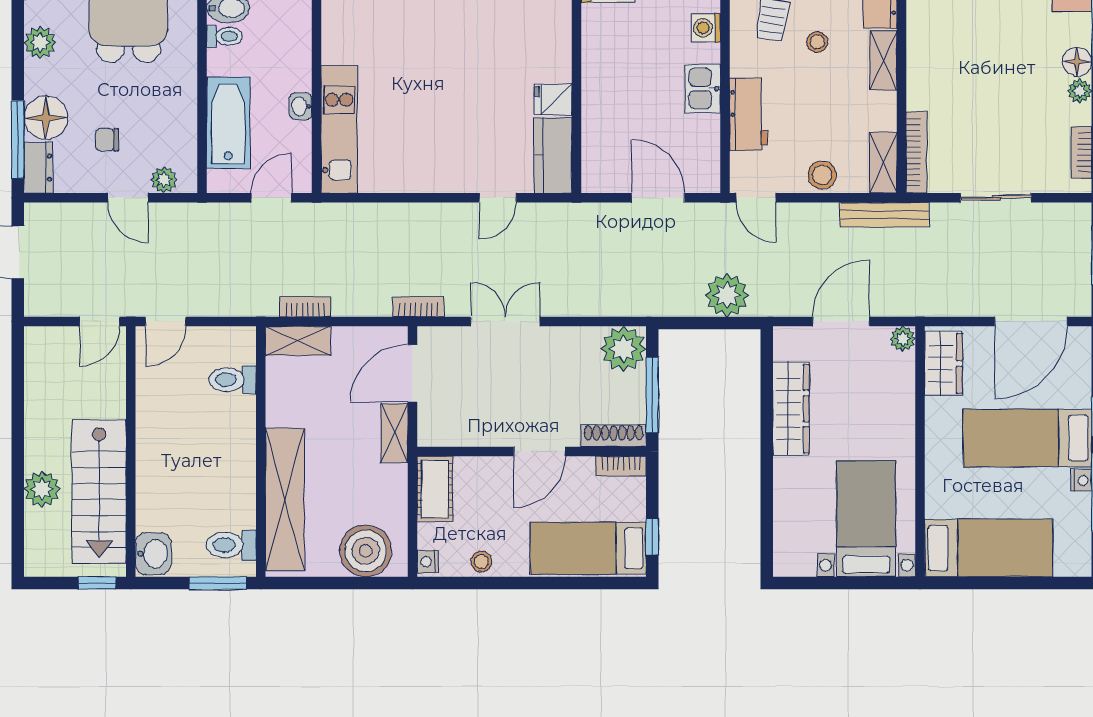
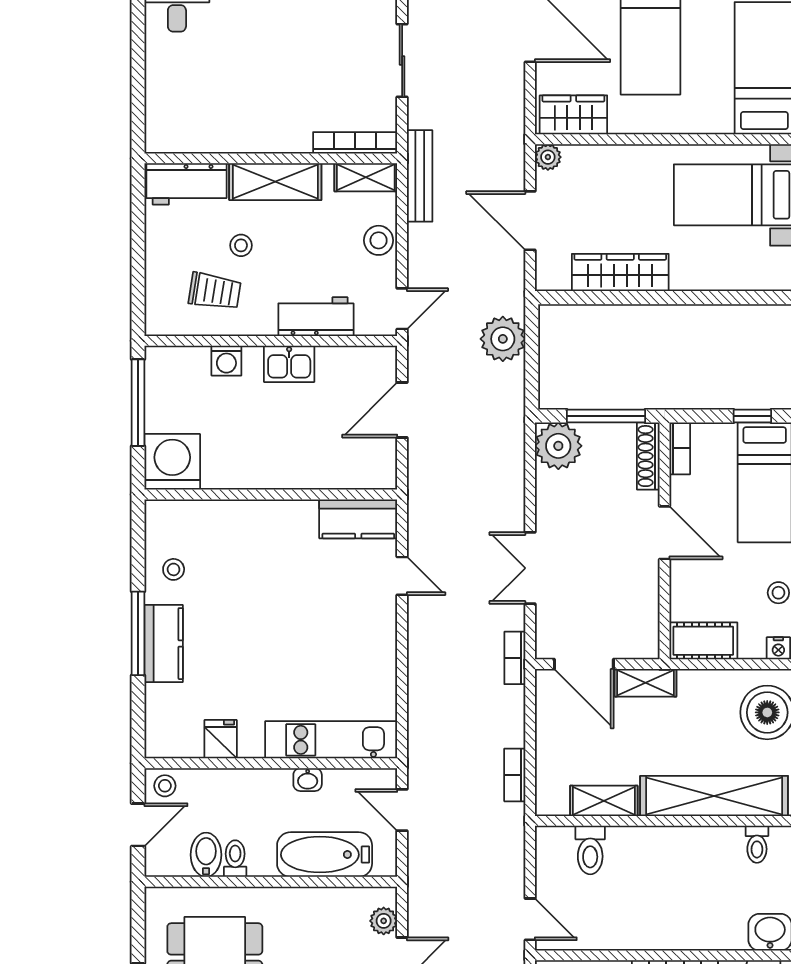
shelving: (883, 60) -> (275, 182), width x1.50, depth x1.33
fridge: (553, 99) -> (221, 739), moved, turned 180
shelving: (298, 341) -> (604, 801), moved, turned 90
toilet: (231, 545) -> (757, 844), width x0.73, depth x0.72

